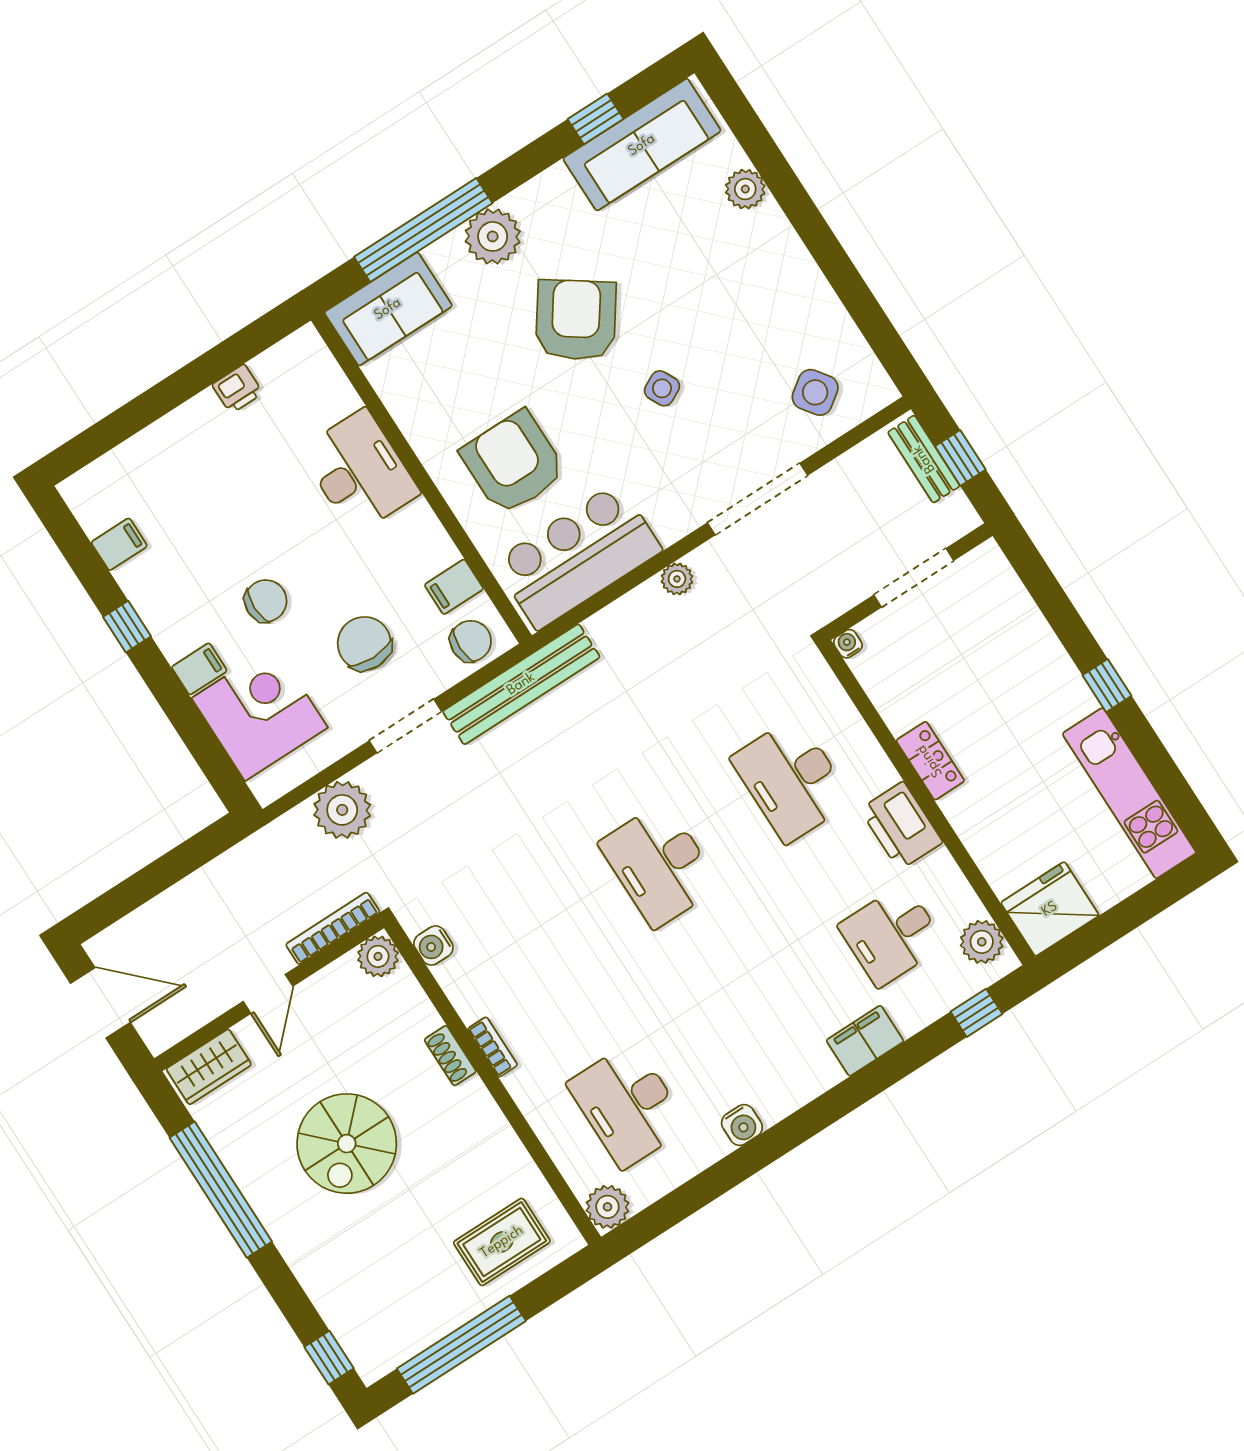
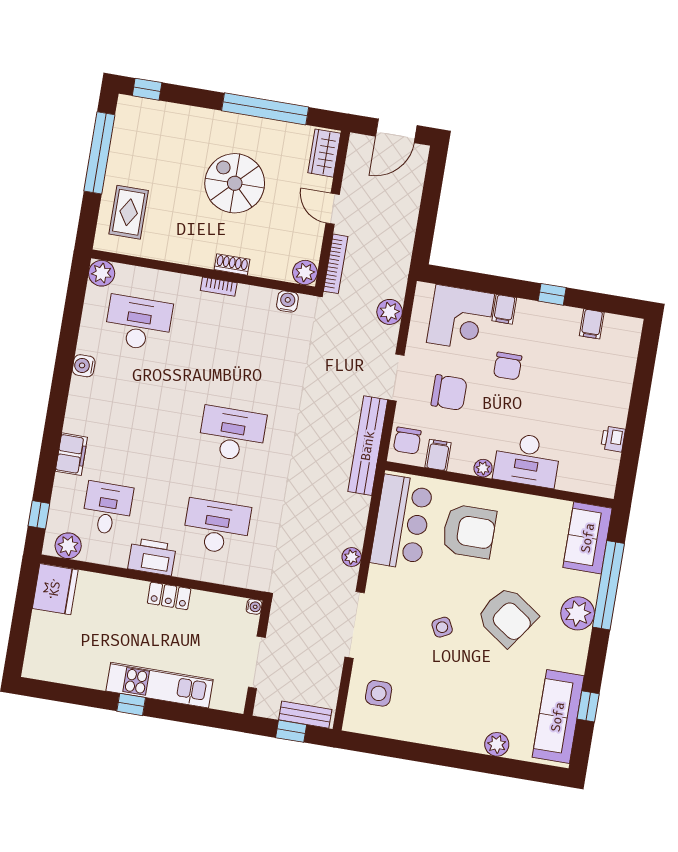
side table: (815, 392) -> (379, 693), turned 36
plant: (420, 516) -> (483, 468), added
kitchen unit: (1129, 793) -> (160, 685), moved
plant: (342, 810) -> (390, 312), width x0.73, depth x0.73

